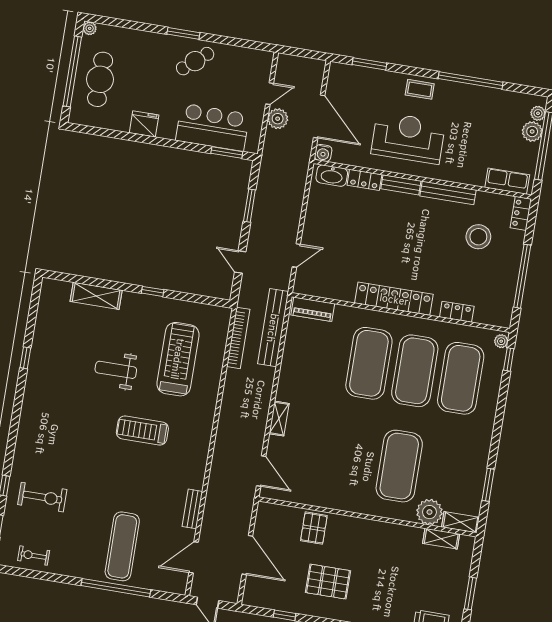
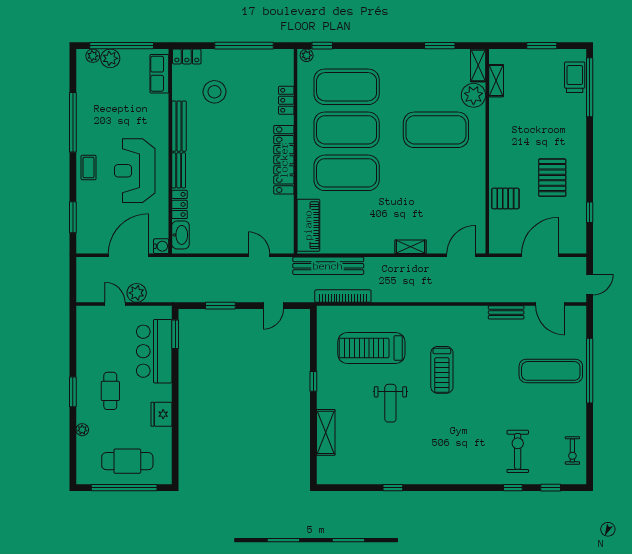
plant: (90, 28) -> (82, 430), moved
cafe table: (195, 61) -> (110, 391), moved, turned 40
piano: (313, 309) -> (308, 225), width x1.37, depth x1.33

